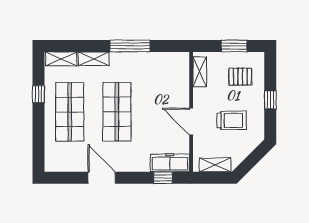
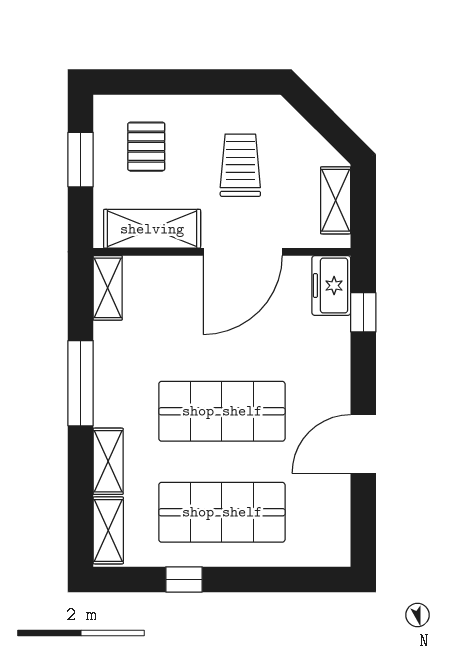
shelving: (174, 59) -> (108, 288), added
shelving: (200, 72) -> (152, 229), width x1.50, depth x1.33
window: (270, 100) -> (196, 82), removed
door: (191, 122) -> (243, 252), width x1.36
freezer: (170, 163) -> (331, 286), width x0.71

